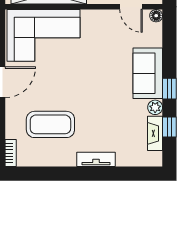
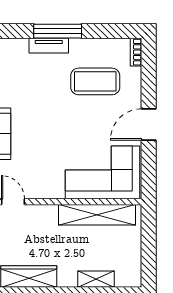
window: (87, 174) -> (58, 31), added

